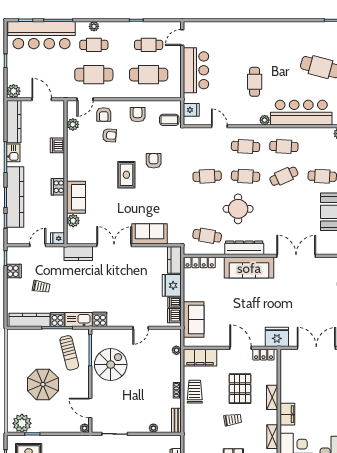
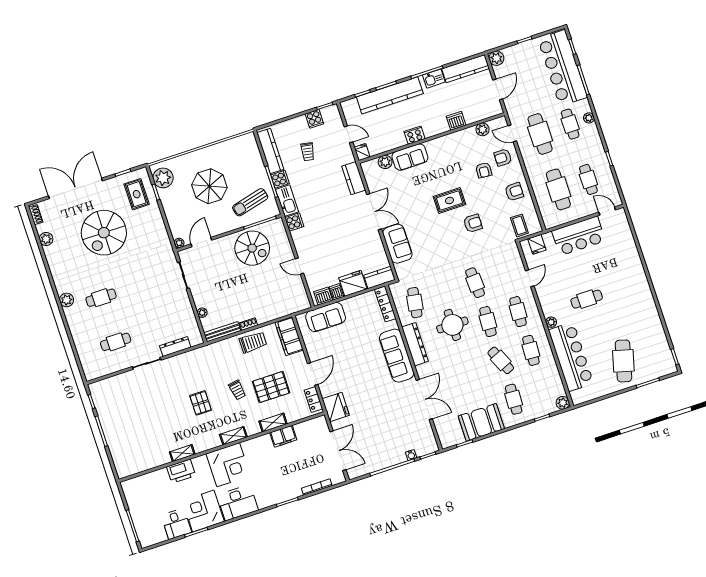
plant: (176, 350) -> (289, 310), removed
filing cabinet: (287, 414) -> (283, 436), moved
bench: (176, 420) -> (222, 332), width x1.36

